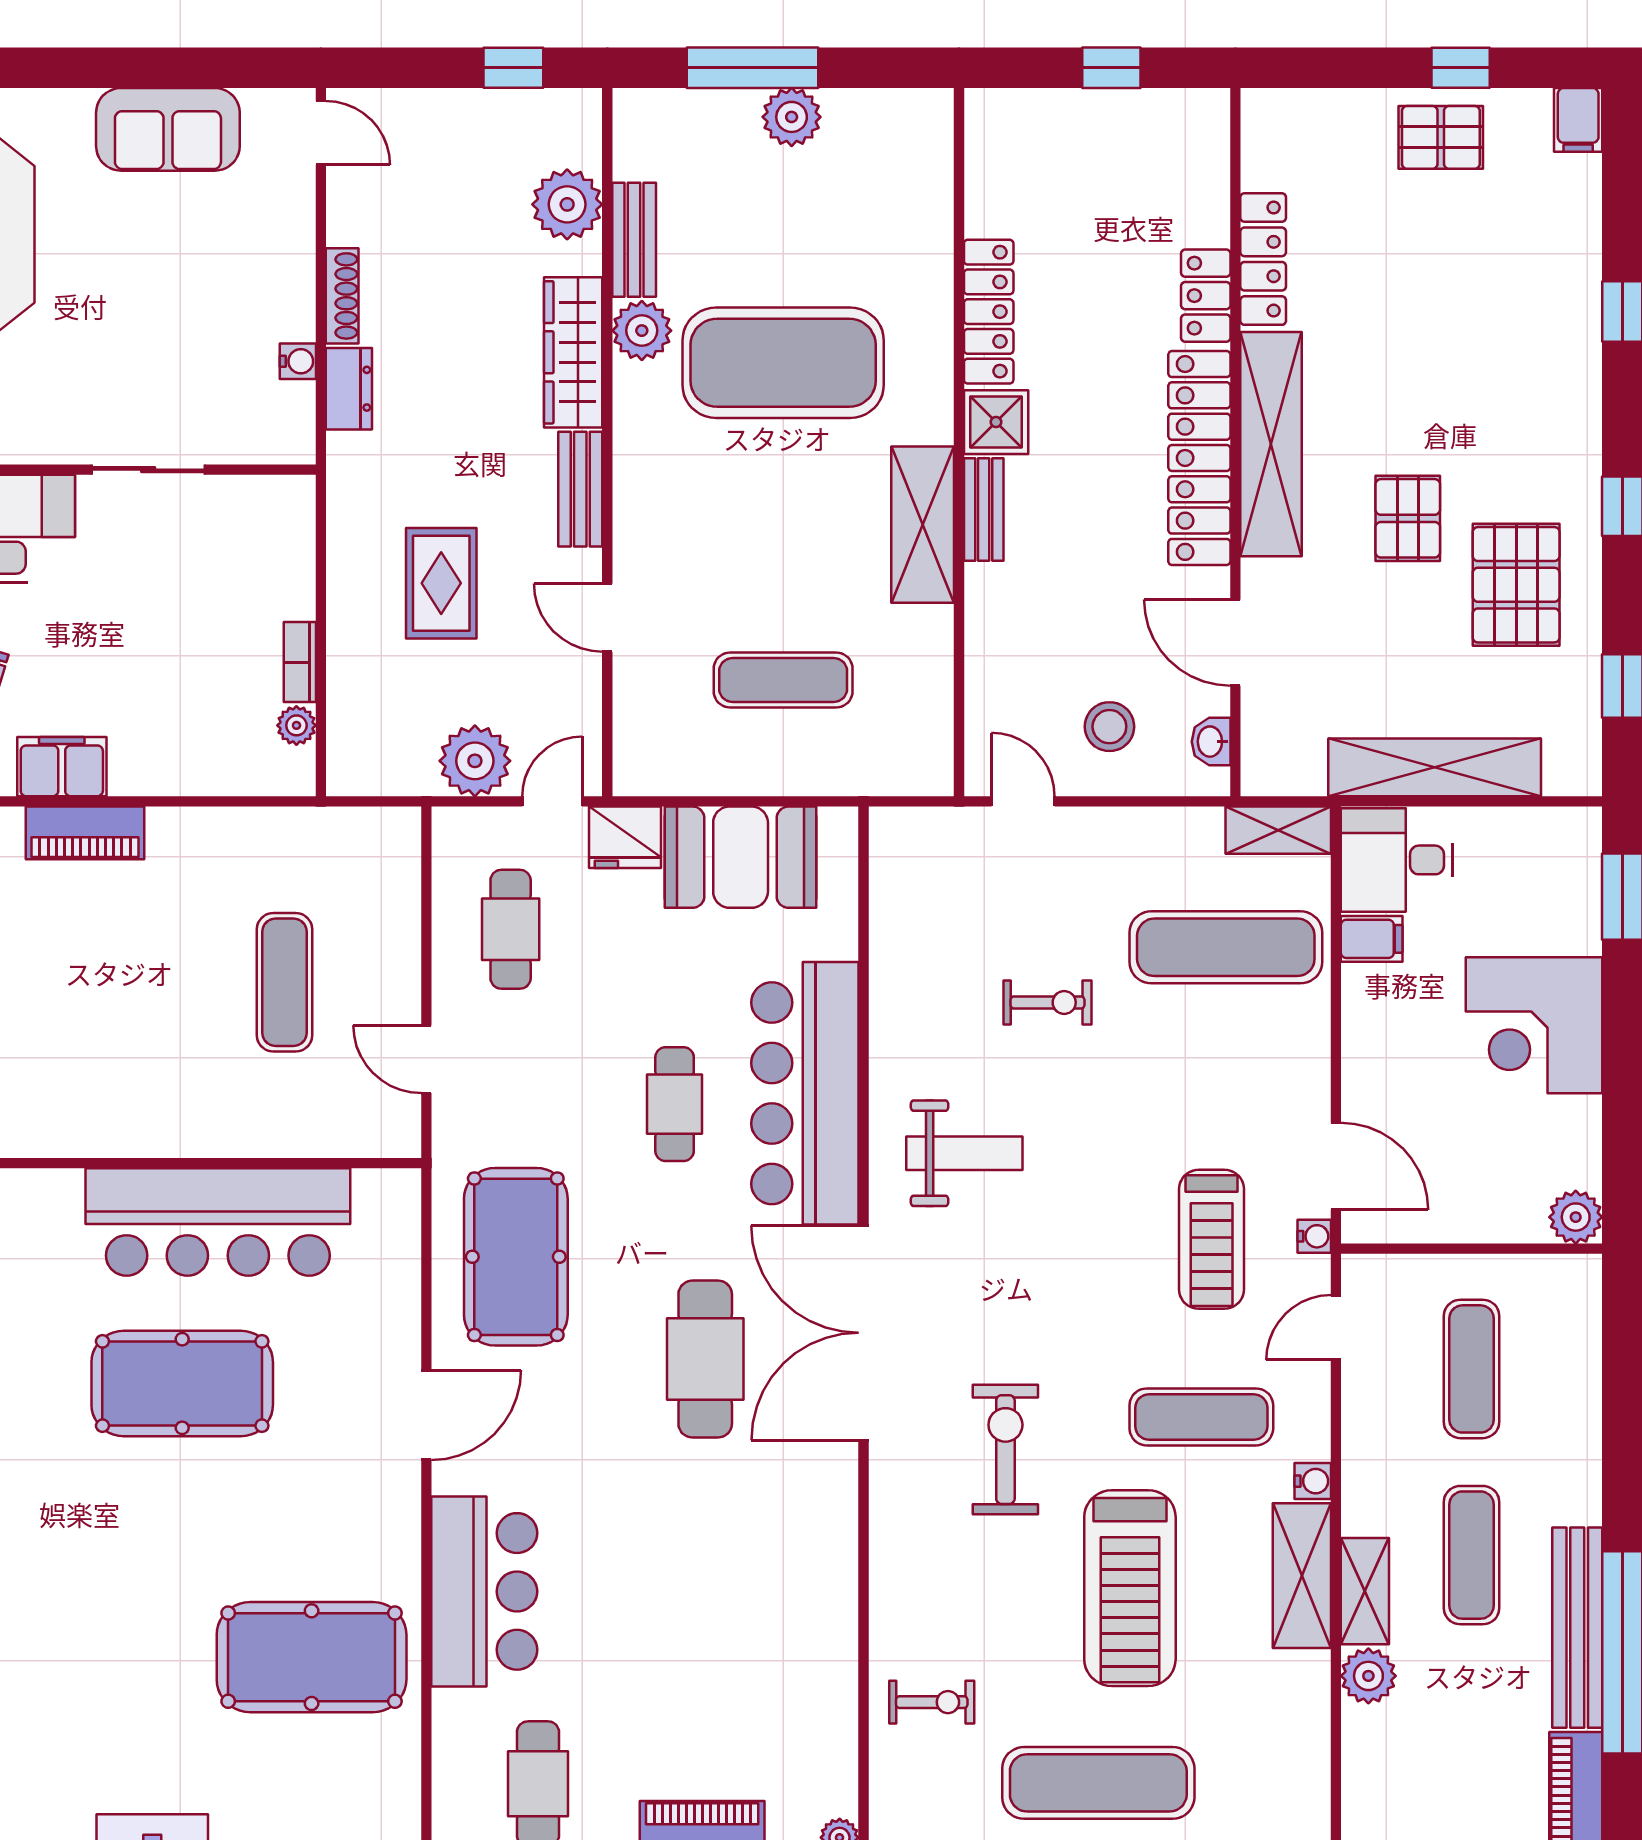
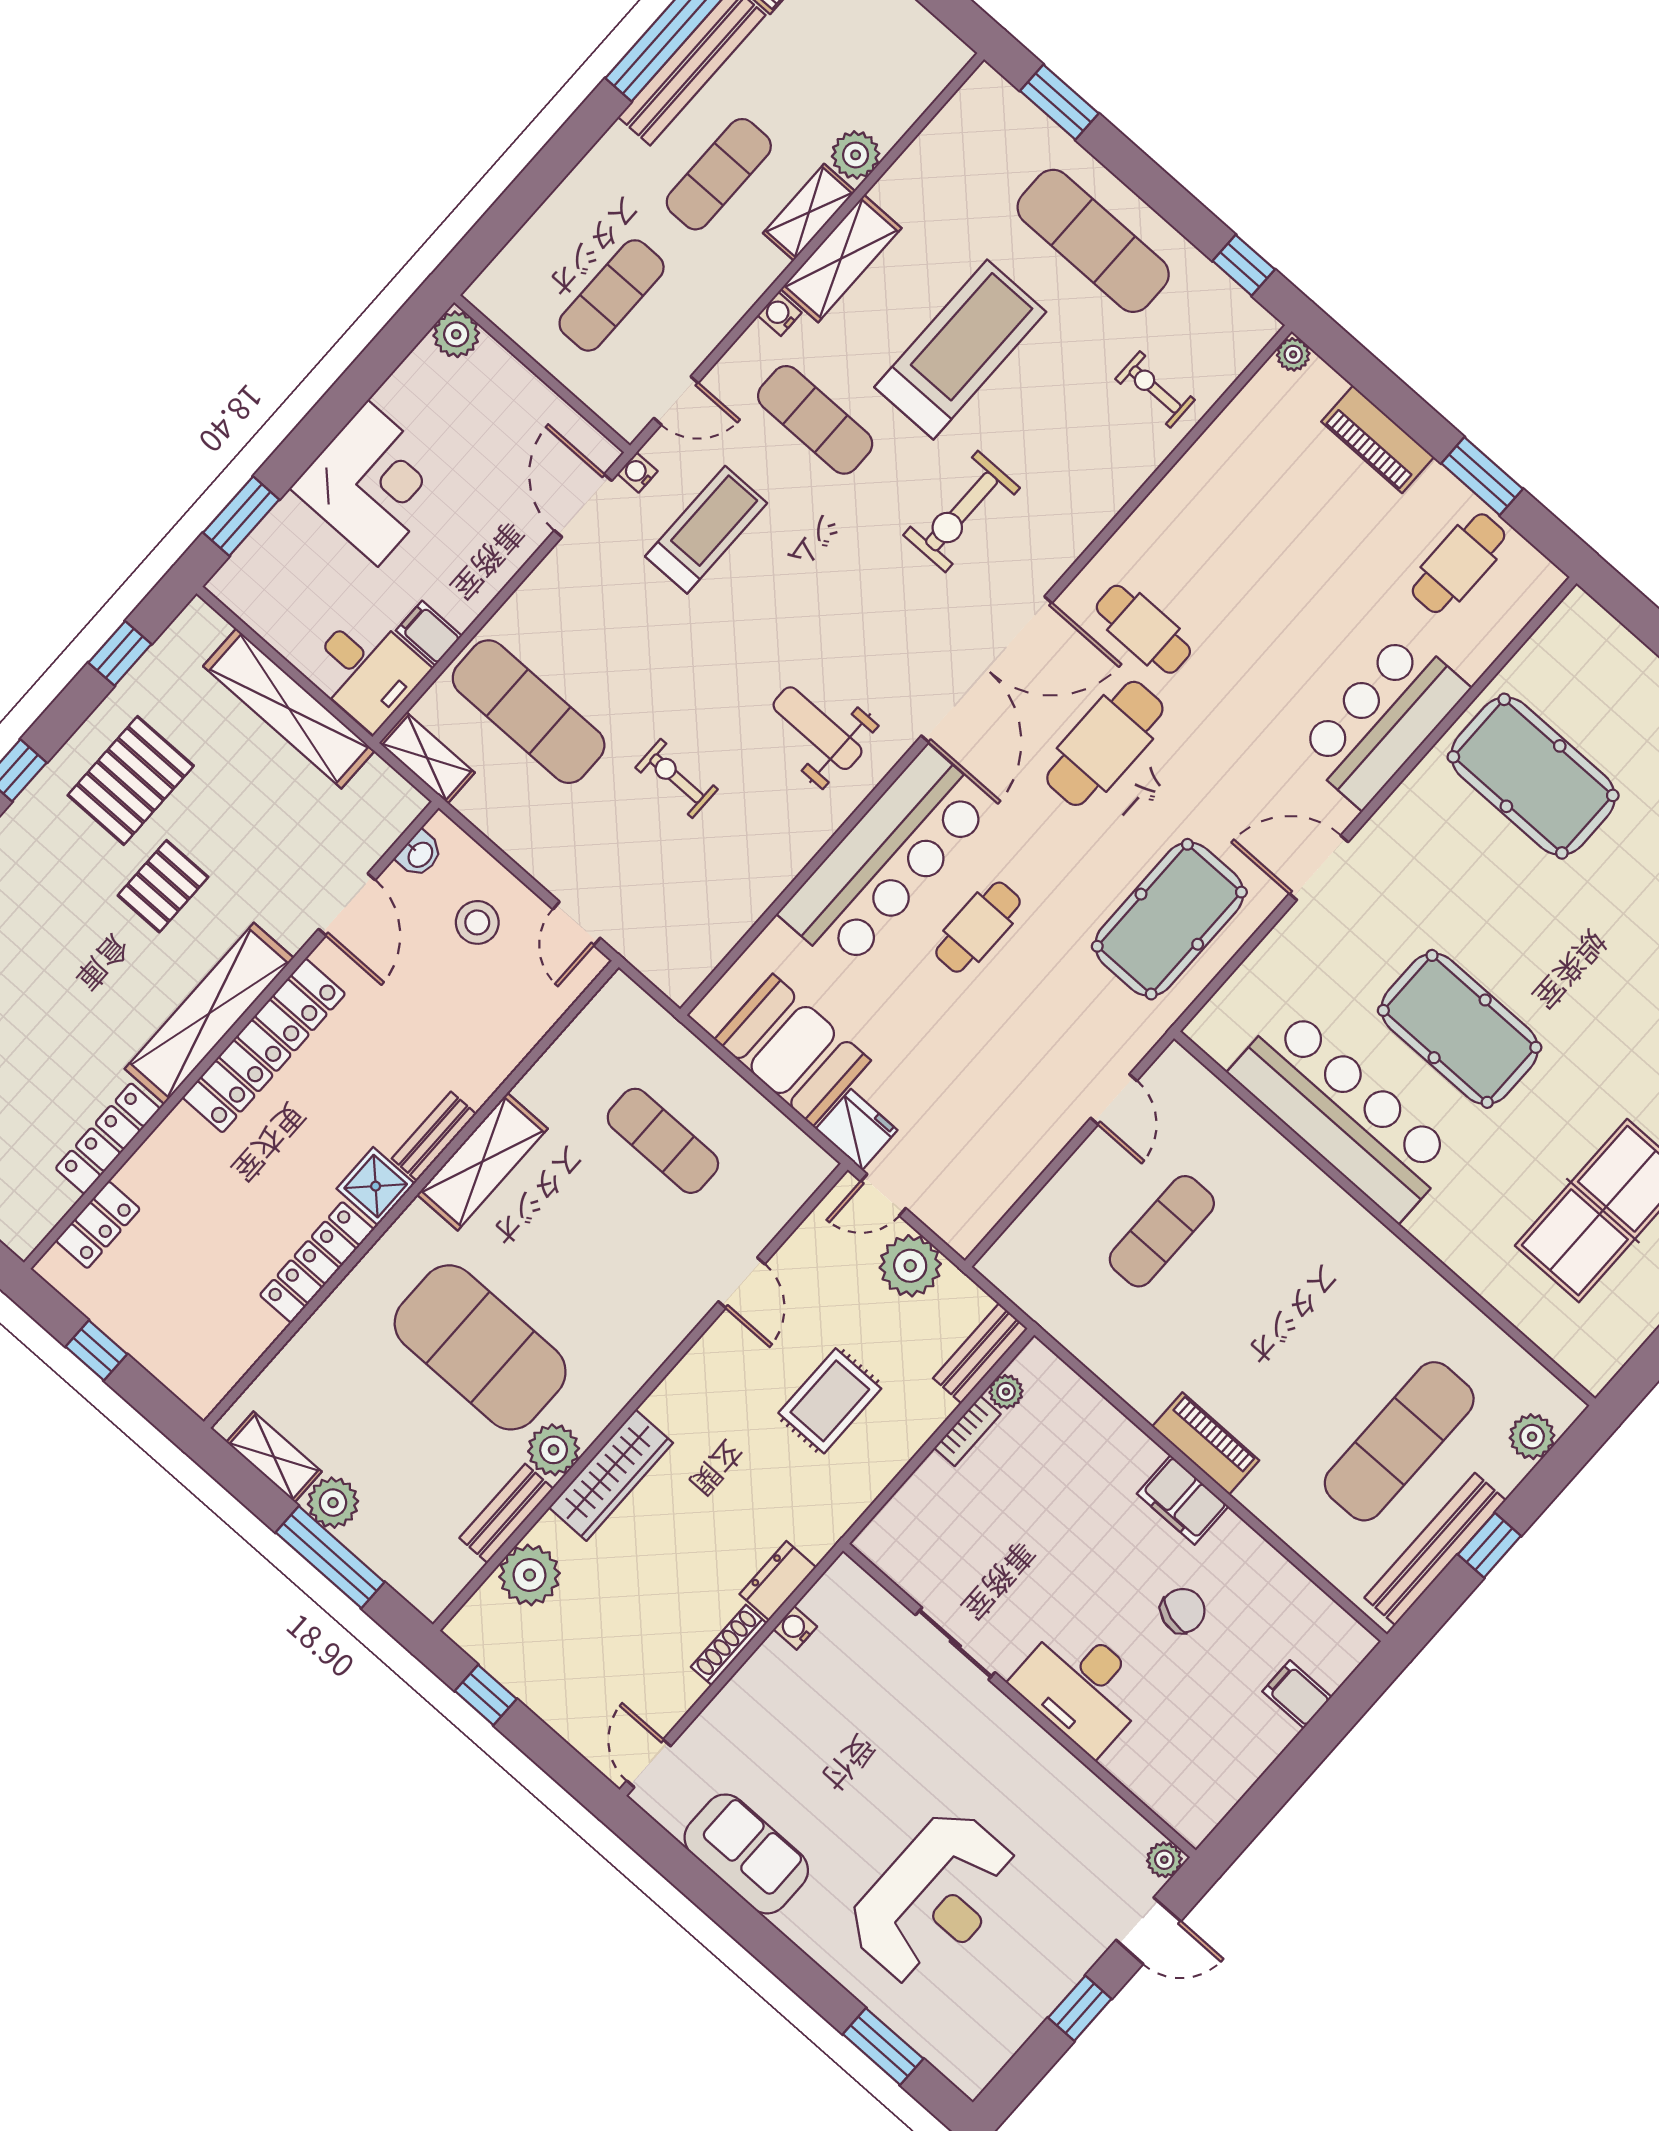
shelving: (877, 111) -> (274, 1457), added
locker: (1206, 296) -> (98, 1225), moved
bench: (580, 489) -> (980, 1353), moved
cafe table: (511, 929) -> (1143, 629), moved, turned 90

